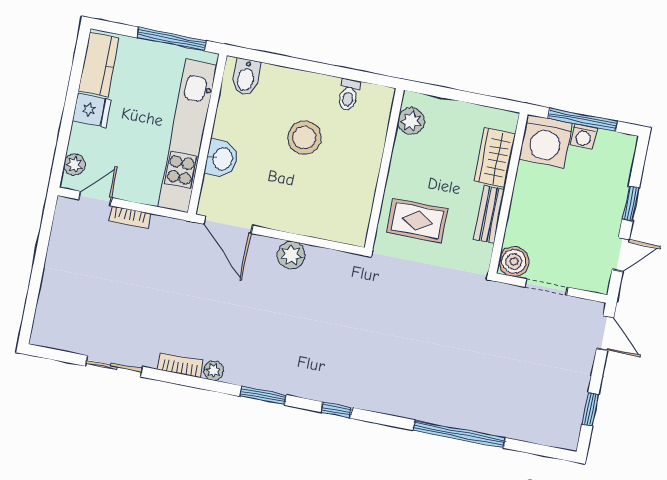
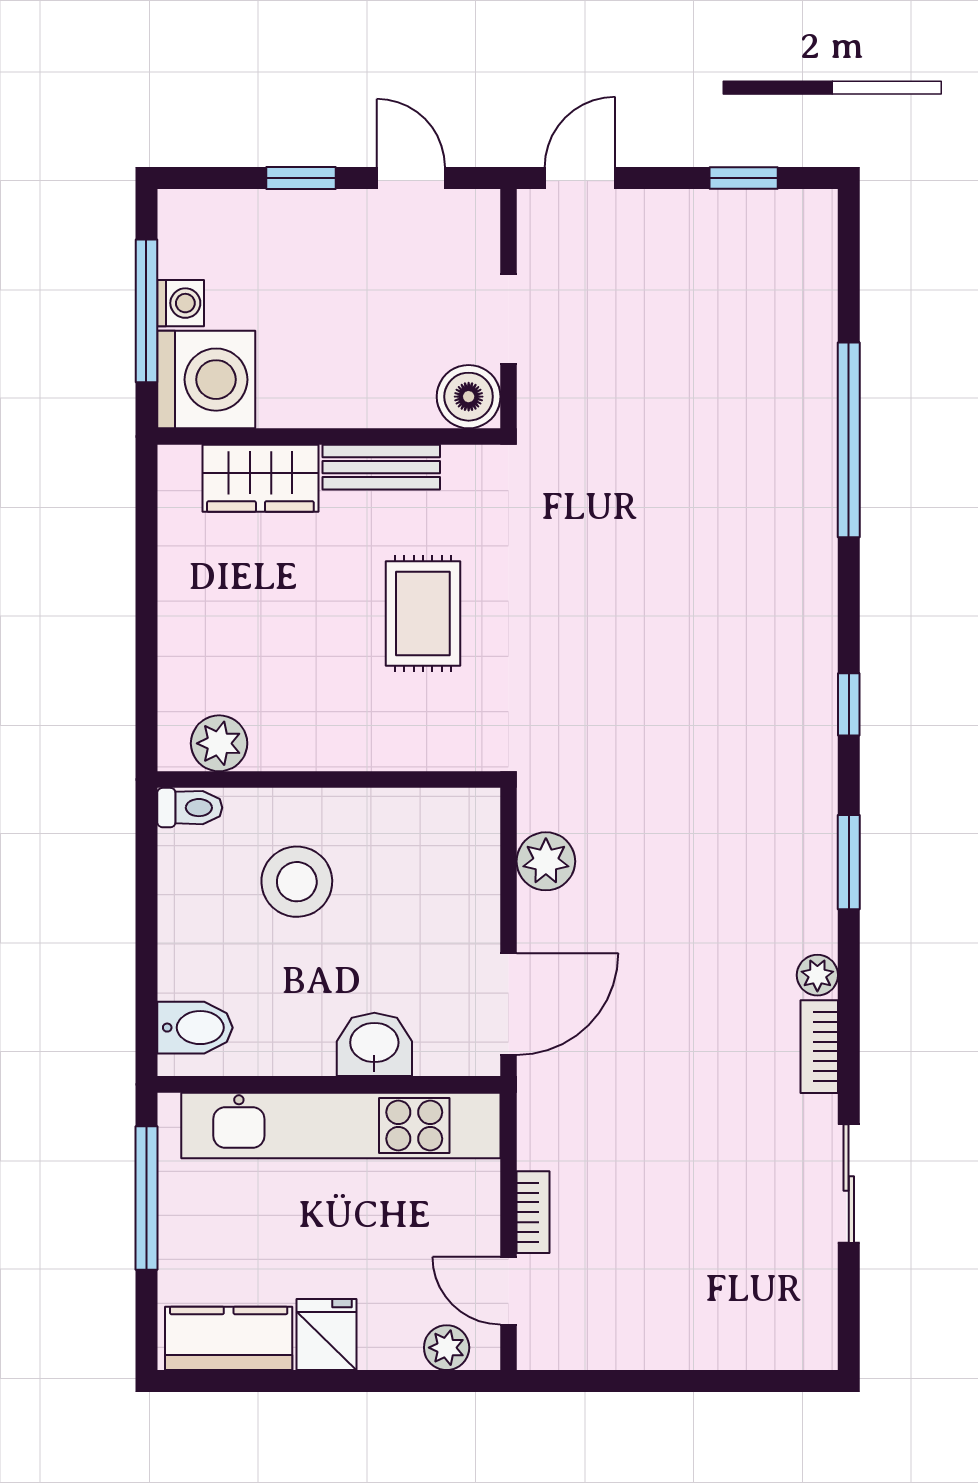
plant: (411, 121) -> (219, 743), moved
wall: (384, 169) -> (329, 780), moved

